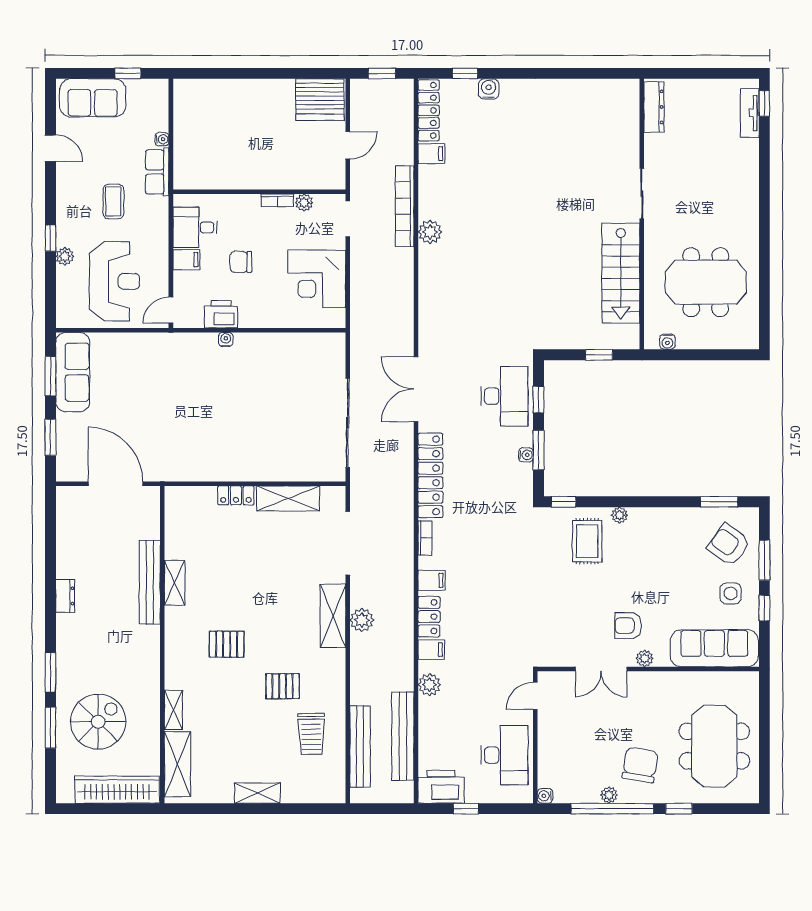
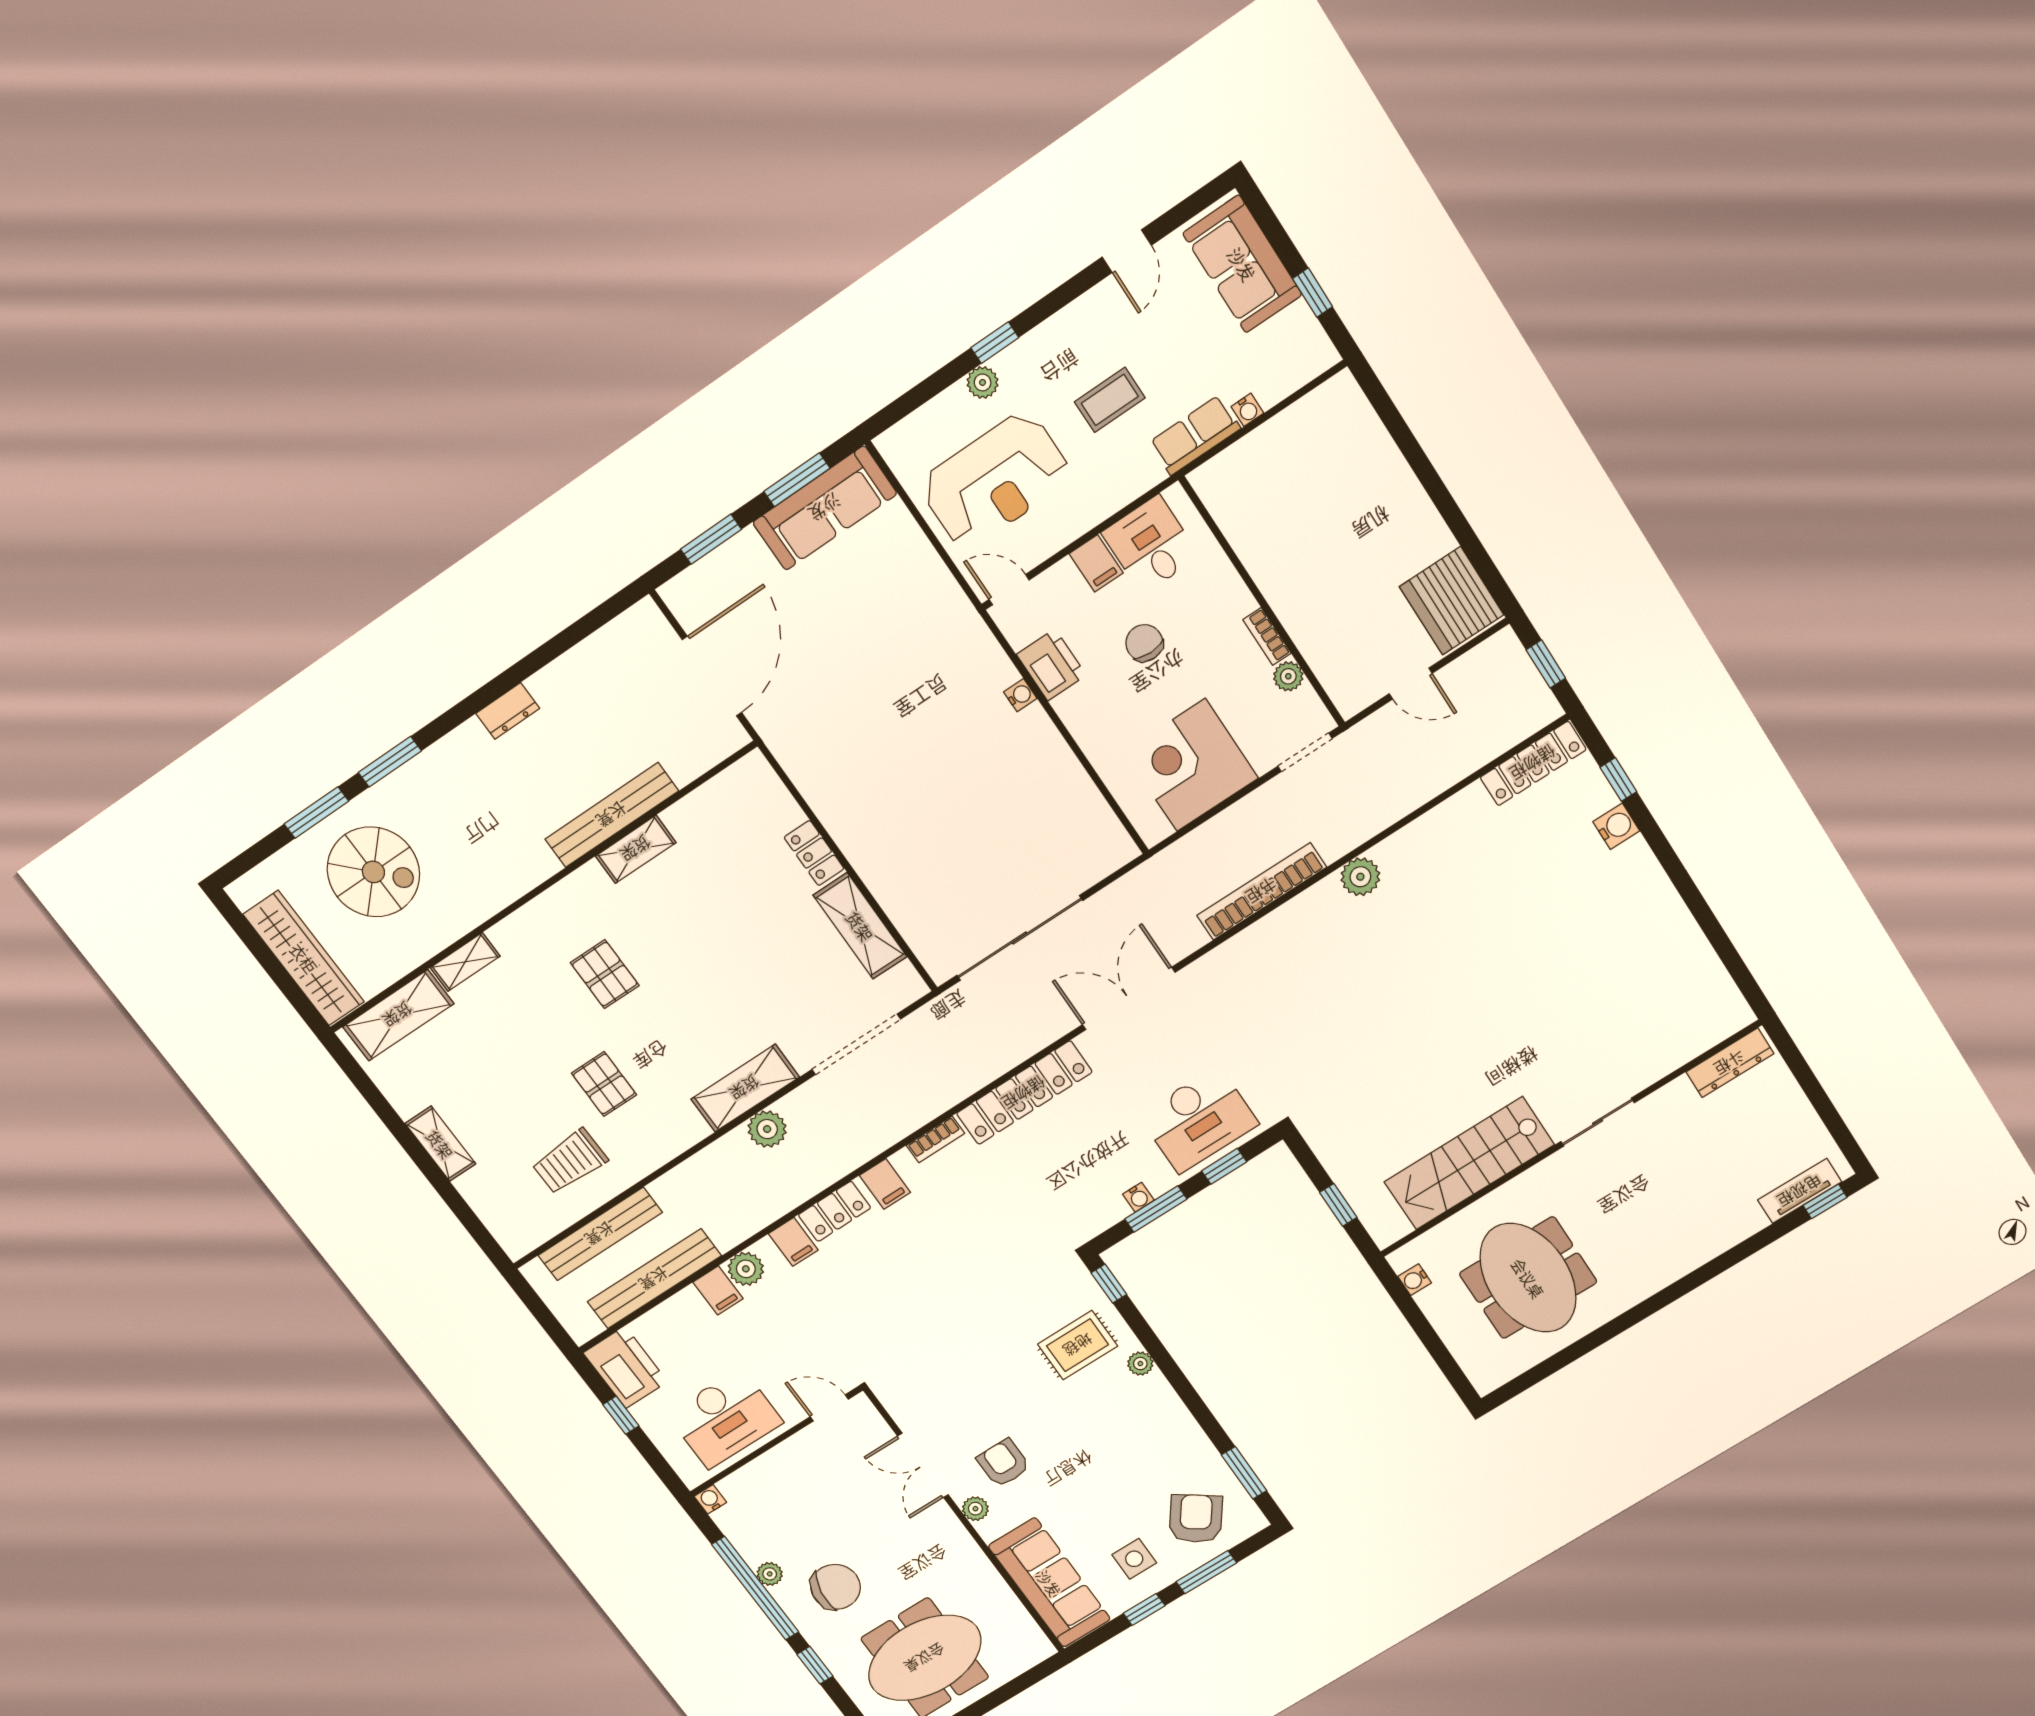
filing cabinet: (431, 154) -> (718, 1290), moved
bookcase: (405, 206) -> (1262, 891), moved

